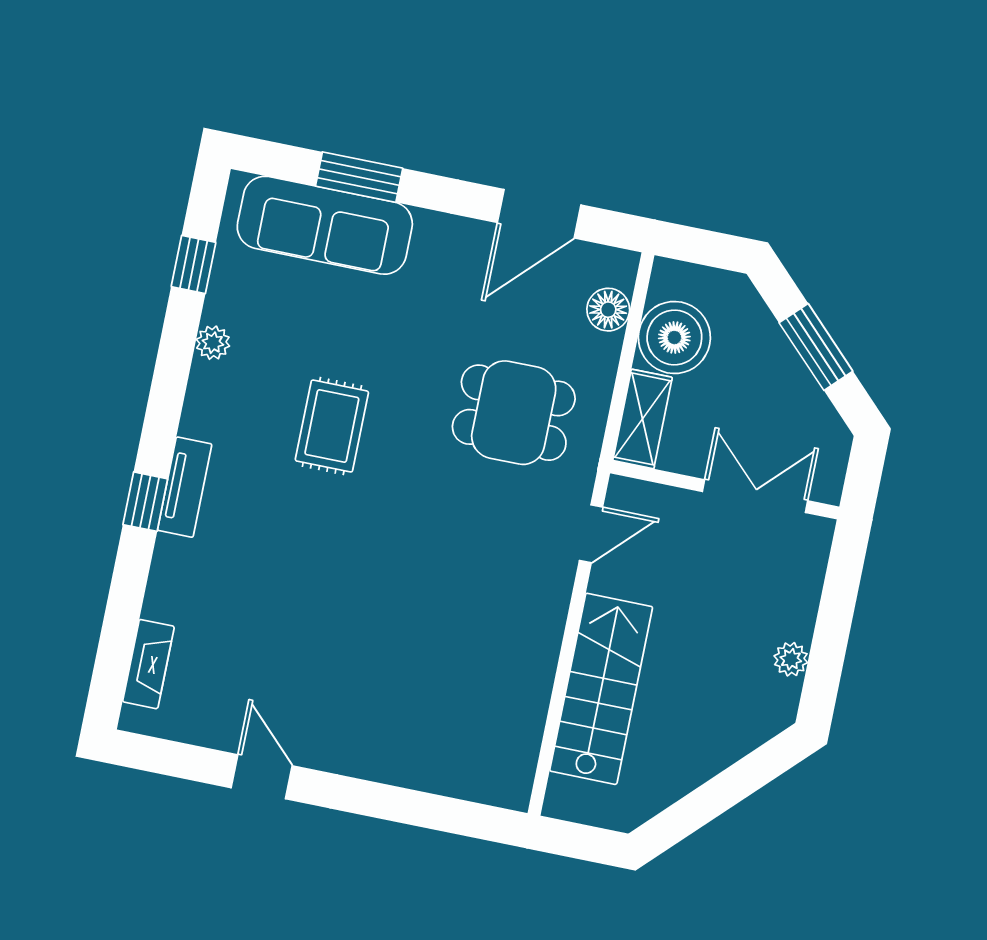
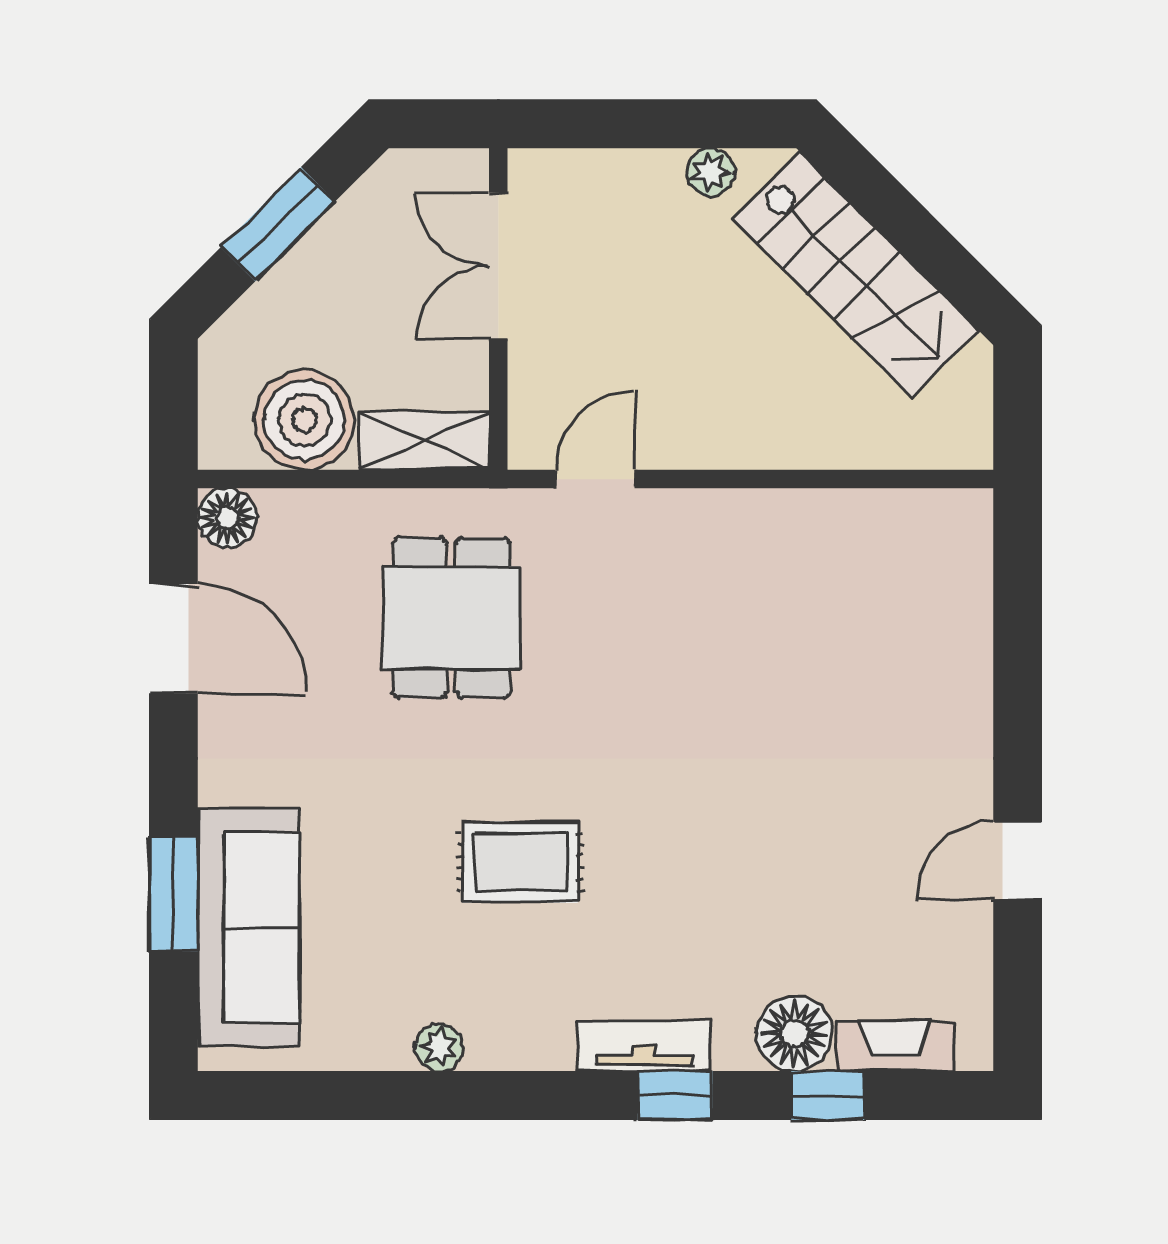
window: (194, 264) -> (828, 1096), moved
floor lamp: (608, 310) -> (227, 518), moved
door: (591, 534) -> (595, 479), hinge flipped
floor lamp: (172, 595) -> (794, 1033), added
stairs: (601, 689) -> (856, 275), moved, turned -135

